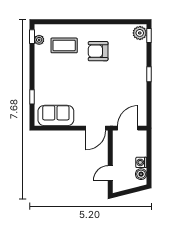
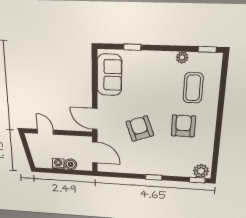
plant: (39, 40) -> (182, 57), moved
armchair: (103, 88) -> (140, 129), added
boiler: (141, 174) -> (71, 164), moved

